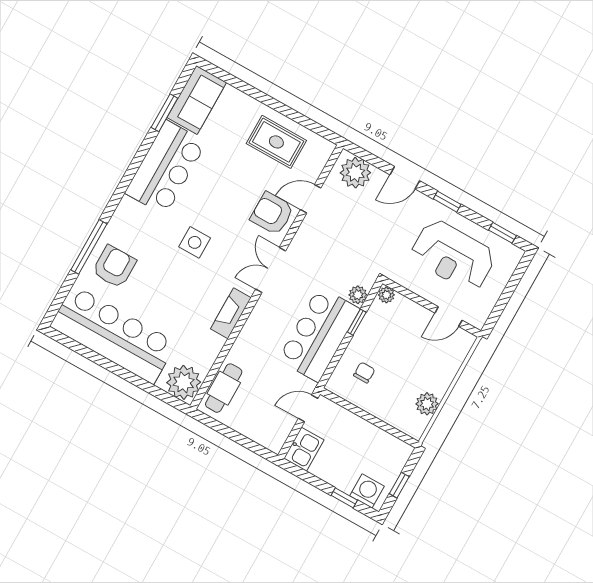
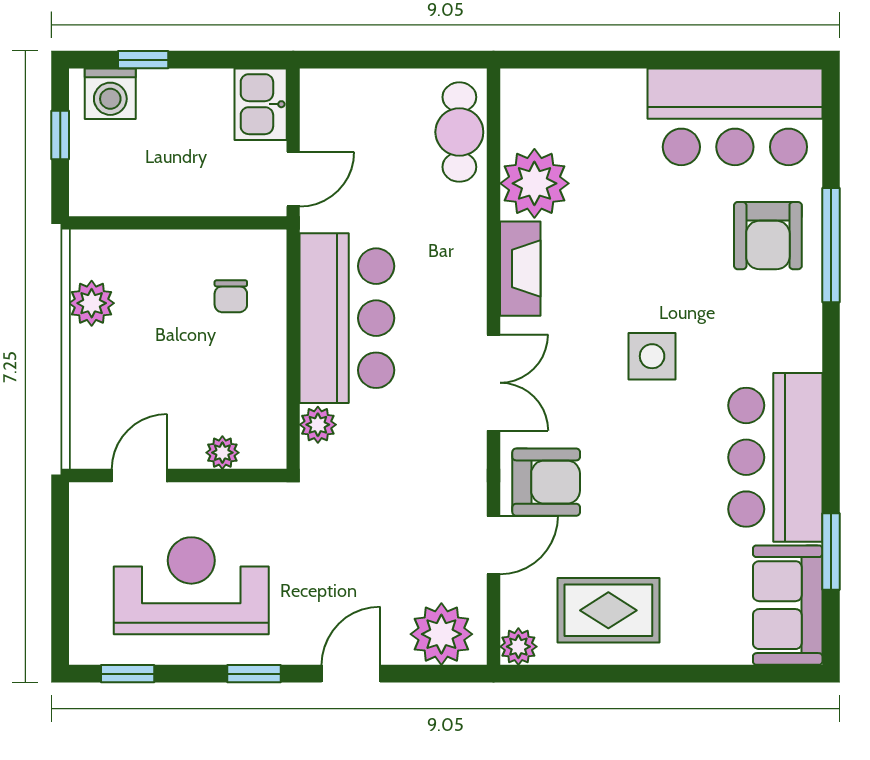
plant: (325, 148) -> (518, 647), added
plant: (386, 295) -> (222, 453), moved
window: (357, 322) -> (293, 376), removed
bar counter: (113, 335) -> (735, 117), width x0.73
plant: (184, 382) -> (534, 183), moved

